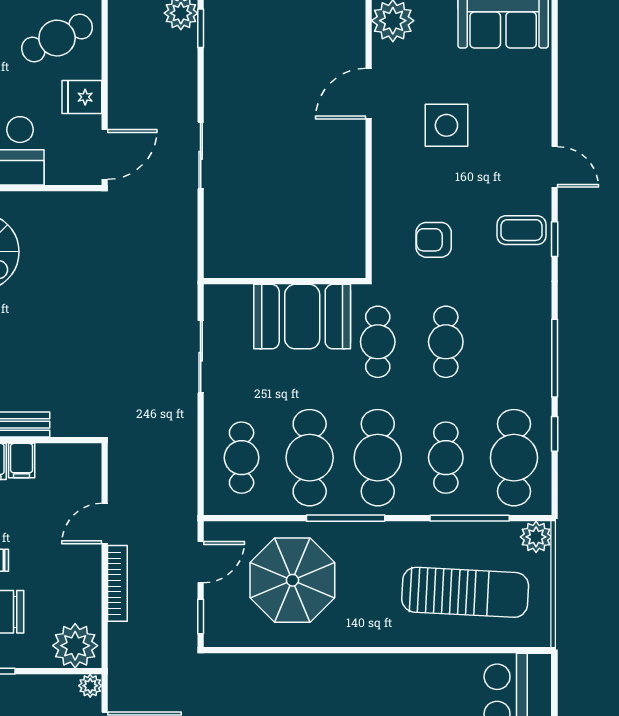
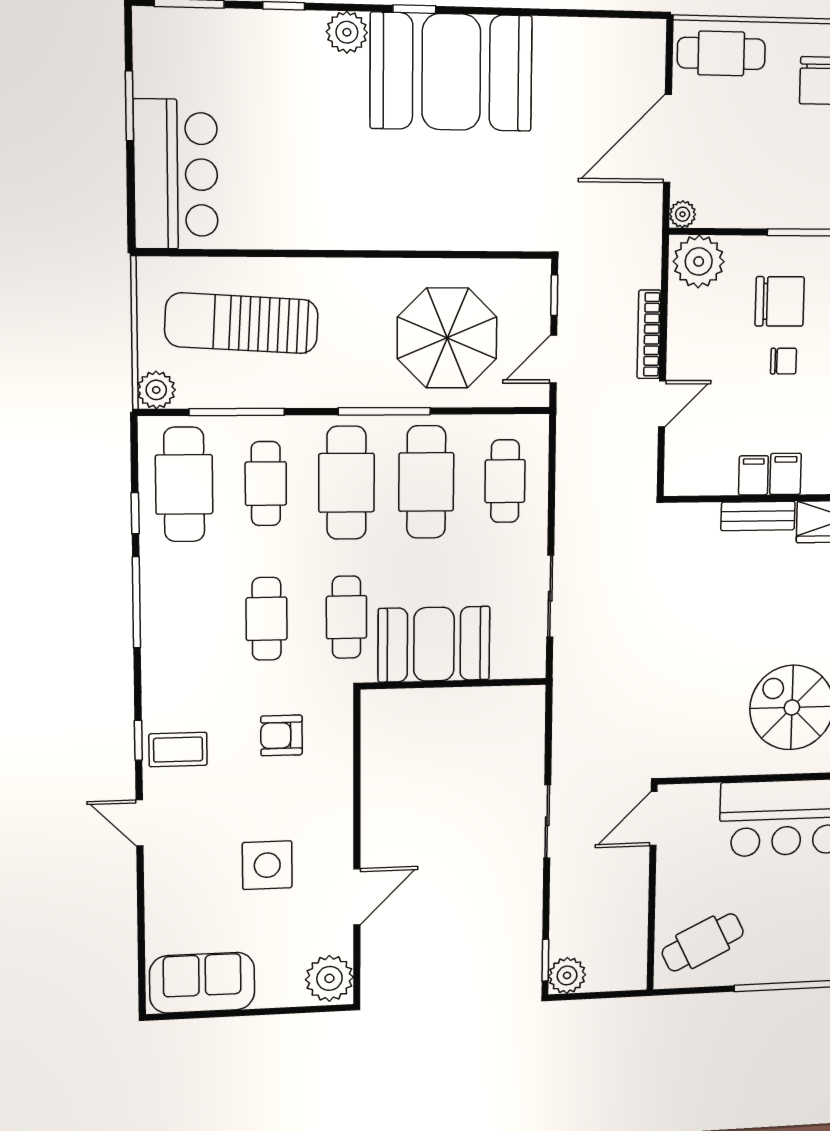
fridge: (82, 97) -> (677, 880), removed
armchair: (434, 240) -> (282, 735), turned 180

